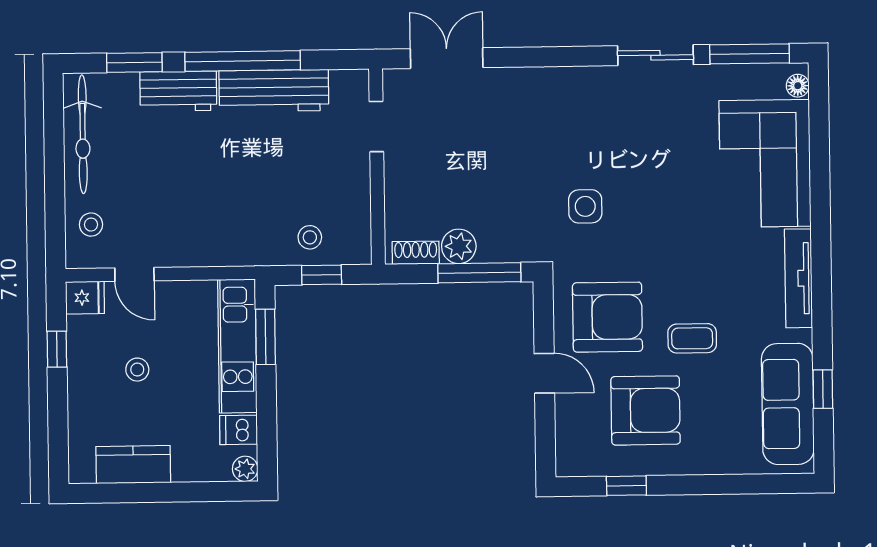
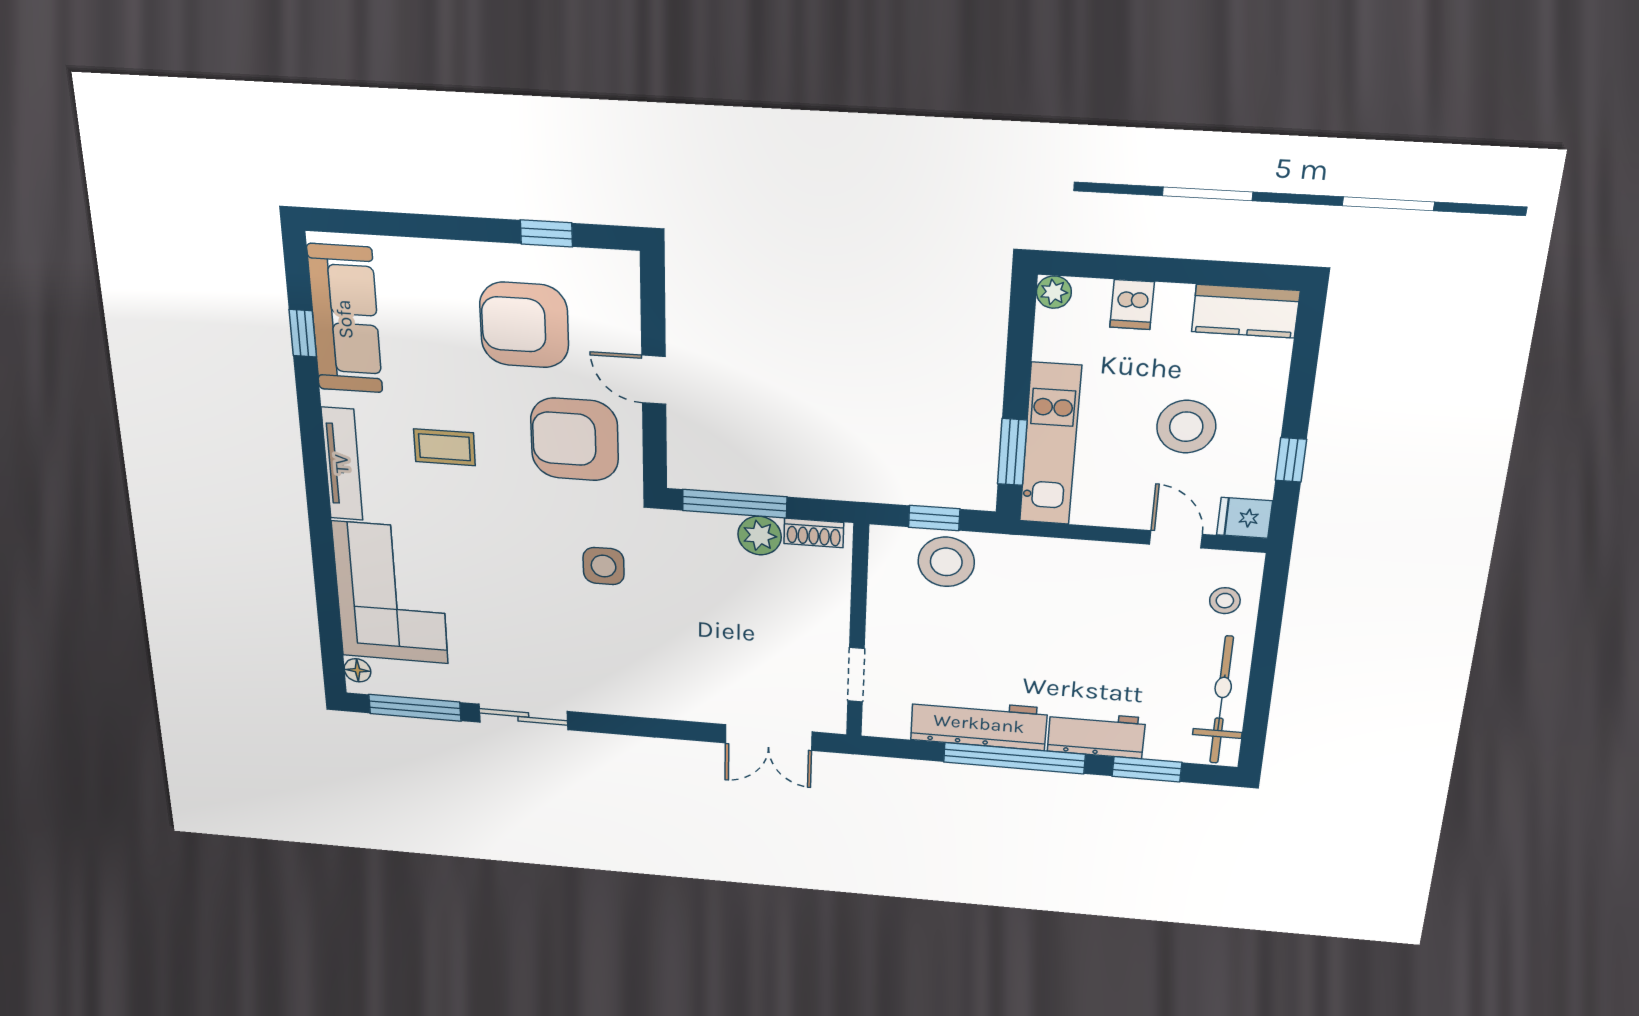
stool: (310, 237) -> (946, 562), width x1.89, depth x1.89
coffee table: (692, 338) -> (444, 447), moved
stool: (137, 370) -> (1186, 427), width x1.89, depth x1.89
dishwasher: (239, 430) -> (1132, 305), moved, turned 90
kitchen counter: (133, 465) -> (1246, 311), moved

